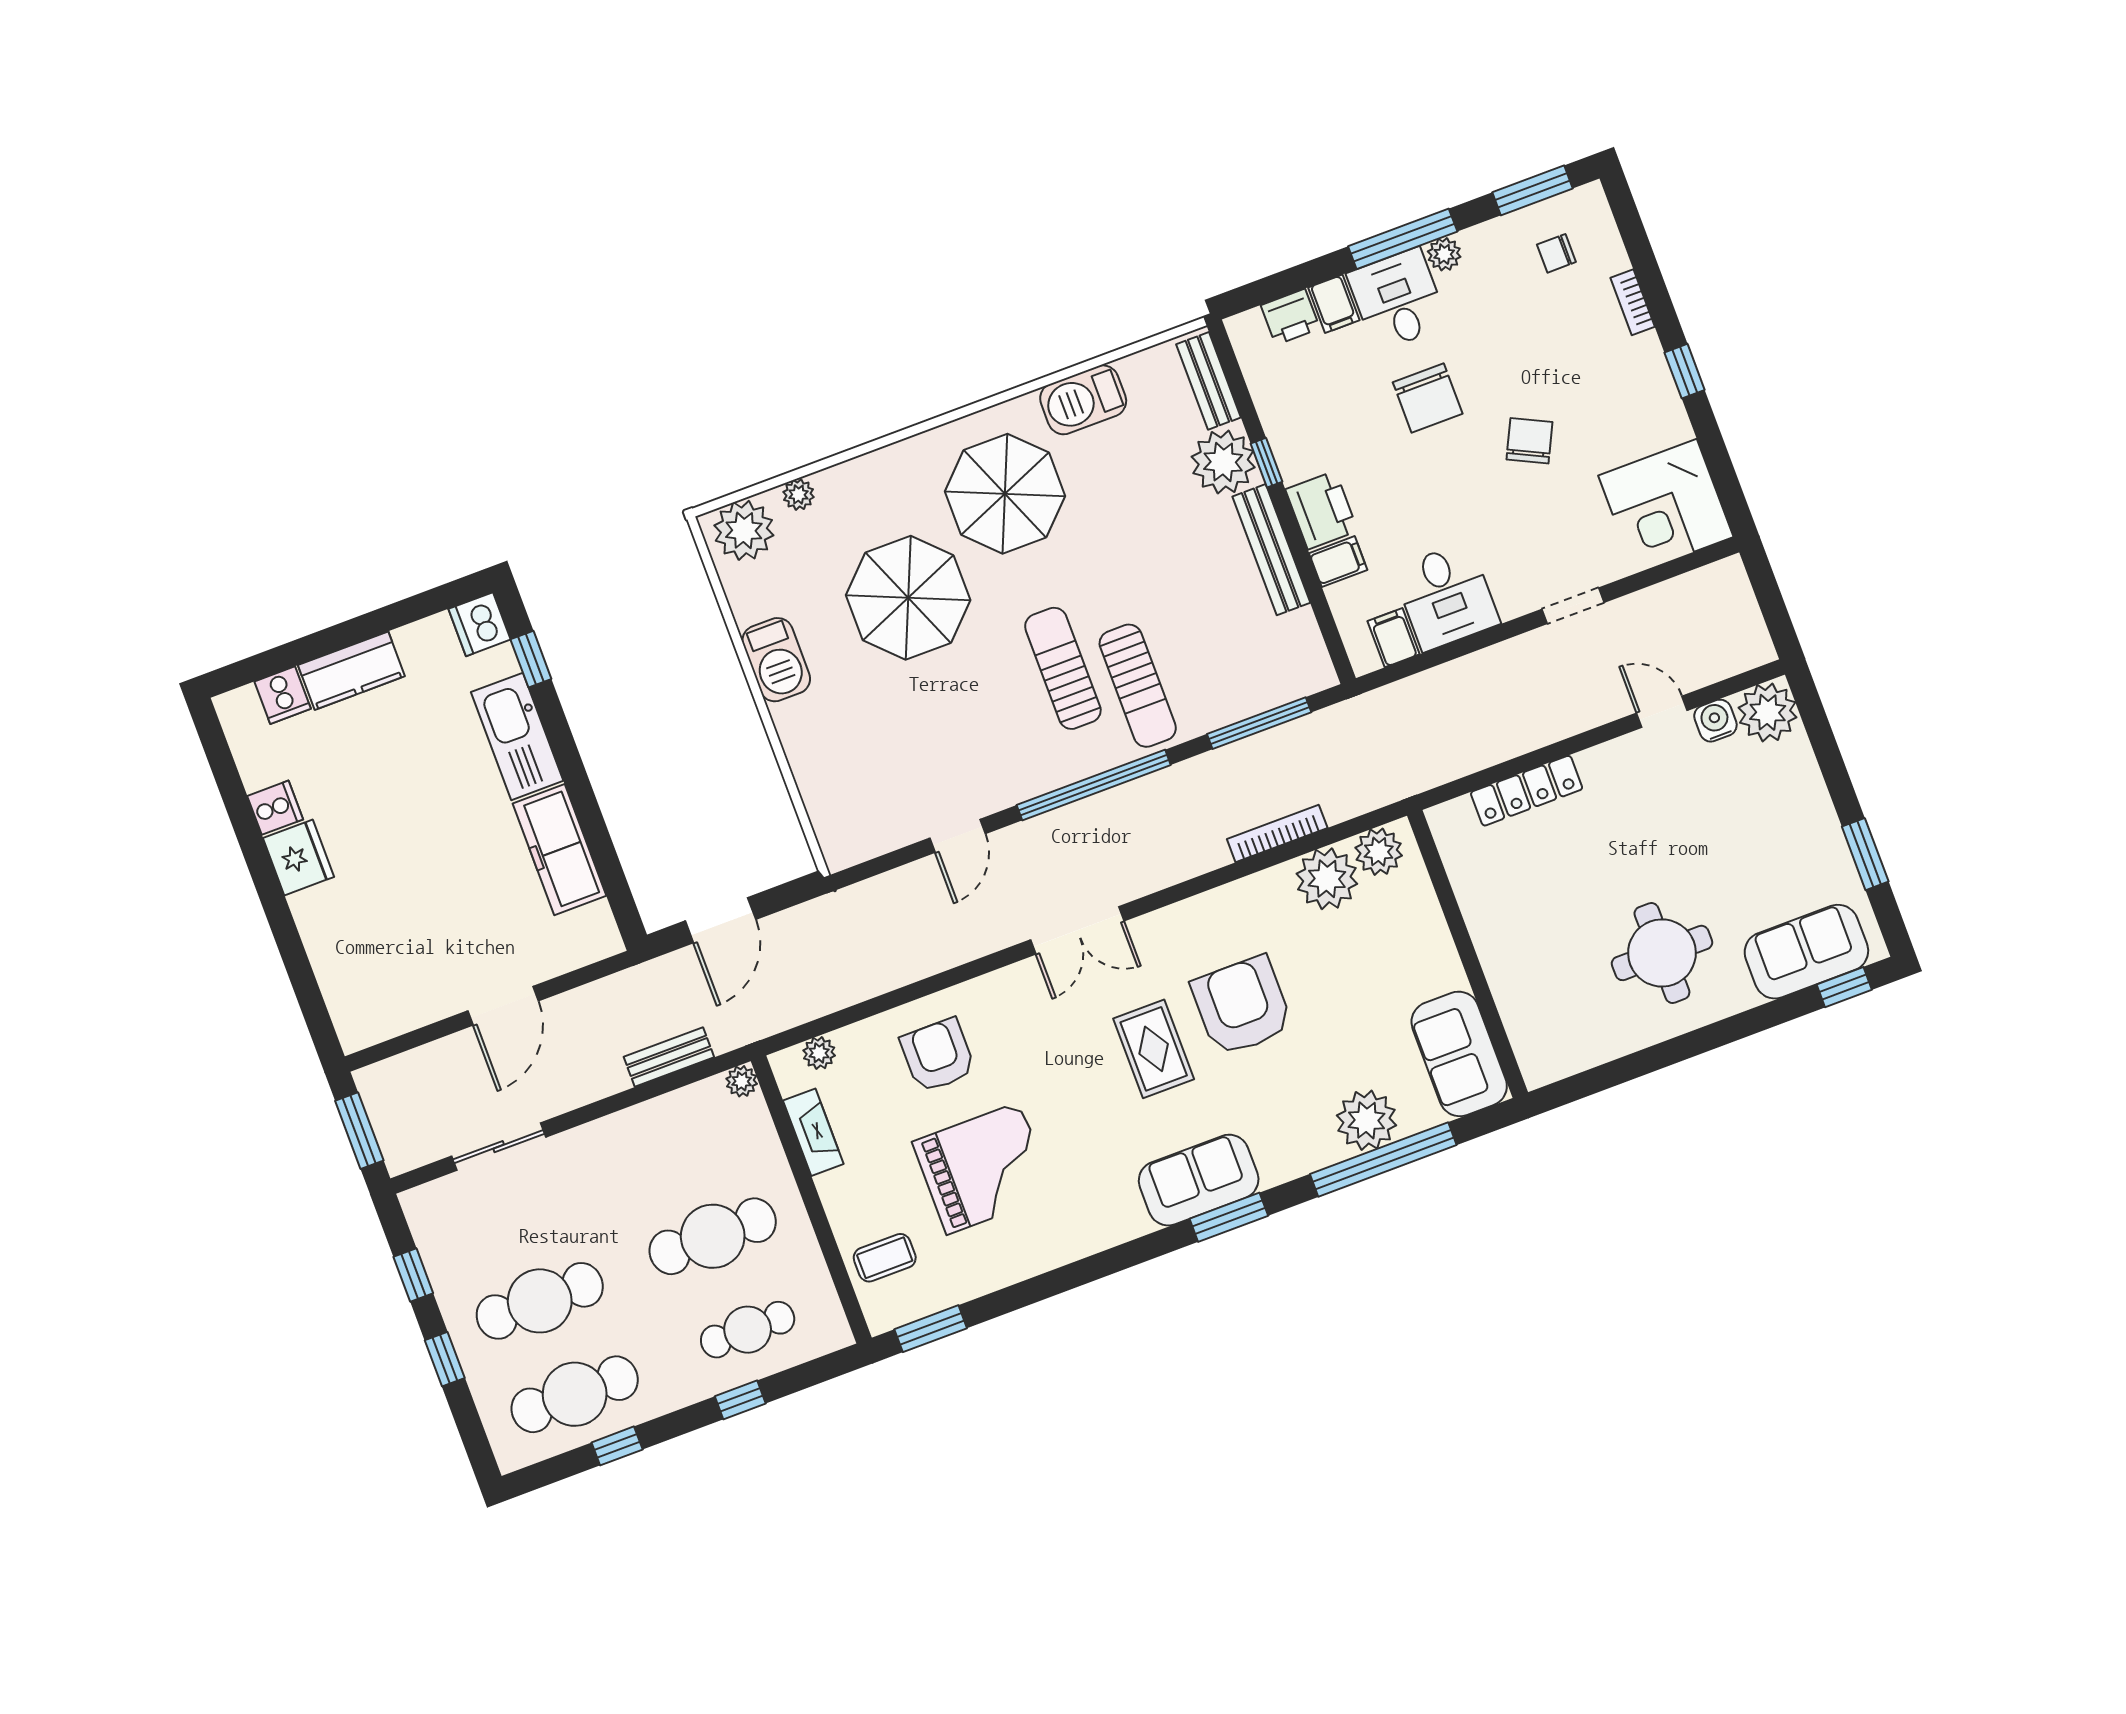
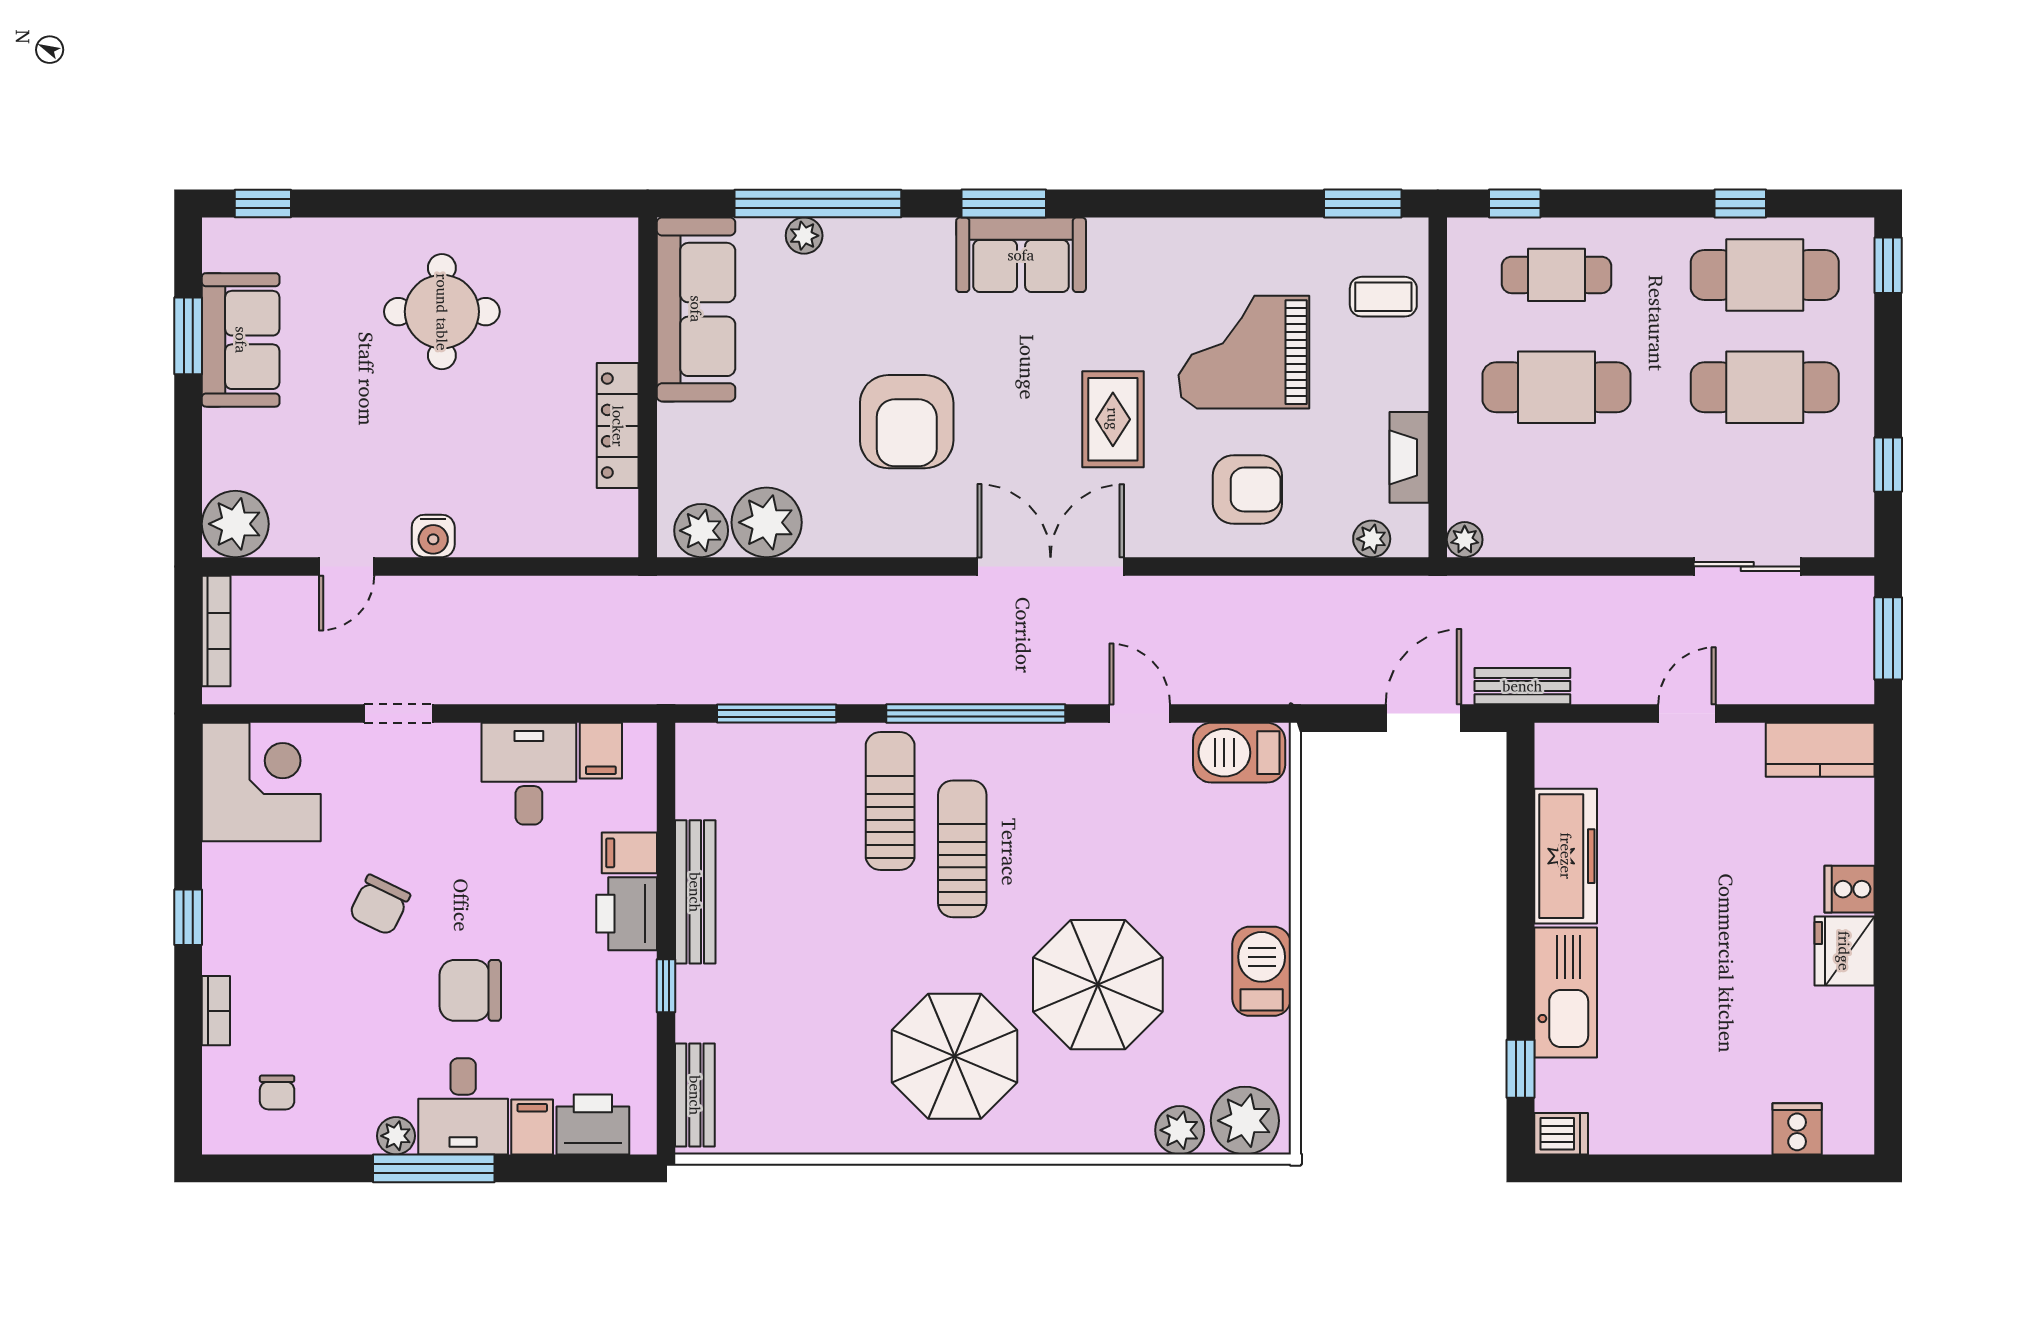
window: (1533, 190) -> (277, 1168), removed
chair: (1556, 253) -> (277, 1092), turned 90
printer: (1290, 317) -> (593, 1124), width x1.36, depth x1.24
chair: (1428, 398) -> (470, 990), turned -90
barbecue: (1083, 400) -> (1239, 753), moved, turned 180
plant: (1223, 462) -> (711, 1003), removed
plant: (798, 495) -> (1180, 1130), width x1.38, depth x1.38
dishwasher: (480, 624) -> (1561, 1134), width x0.73
sun lounger: (1063, 668) -> (962, 849), turned 180
kitchen counter: (351, 671) -> (1820, 750), moved, turned 180
door: (1662, 712) -> (347, 566), hinge flipped
water cooler: (1715, 721) -> (433, 536), moved
locker: (1527, 791) -> (618, 426), moved, turned -90
cooker: (275, 808) -> (1849, 889), moved
bookcase: (1277, 833) -> (216, 631), moved, turned -90
door: (957, 836) -> (1140, 713), hinge flipped
double door: (1077, 930) -> (1051, 566), width x1.37
sofa: (1806, 952) -> (241, 340), moved, turned -90
door: (503, 1006) -> (1687, 713), width x0.73
rug: (1154, 1049) -> (1113, 419), moved
sofa: (1459, 1054) -> (696, 309), width x1.36
armchair: (938, 1055) -> (1247, 490), turned -90
bench: (669, 1057) -> (1522, 686), moved
plant: (1367, 1120) -> (804, 236), width x0.53, depth x0.53
window: (445, 1359) -> (1888, 265), moved
window: (740, 1400) -> (1515, 204), moved

